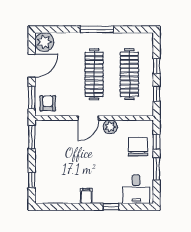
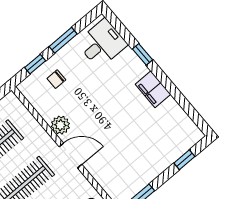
chair: (138, 147) -> (56, 79), width x0.54, depth x0.54
filing cabinet: (86, 196) -> (153, 89), width x2.00

